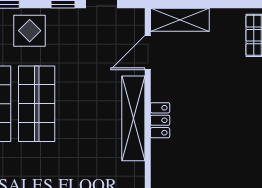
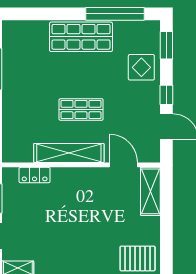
shop shelf: (37, 104) -> (81, 110), moved, width x0.70, depth x0.74
locker: (160, 120) -> (35, 175), moved

